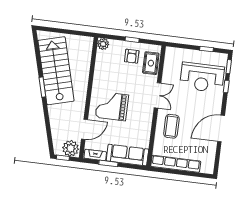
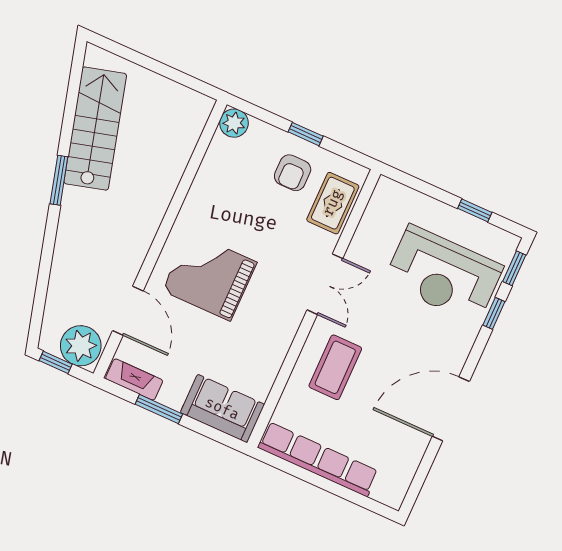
stairs: (56, 71) -> (95, 129), width x0.73, depth x0.66
door: (85, 129) -> (128, 311), hinge flipped
sofa: (127, 155) -> (222, 409), width x0.73

